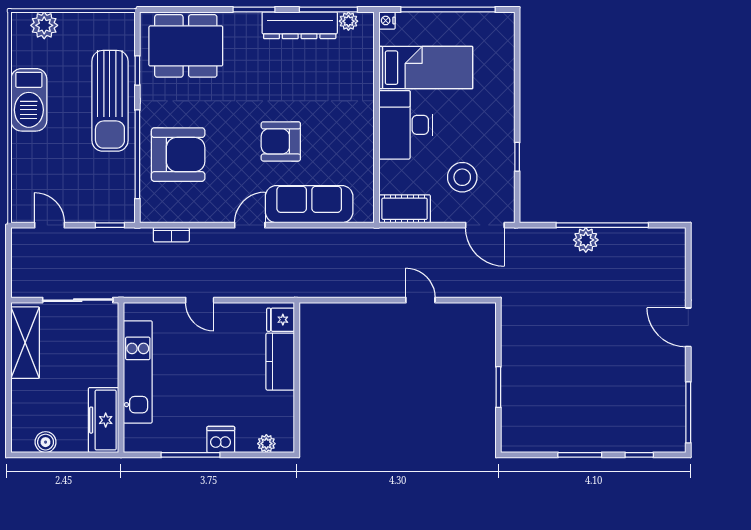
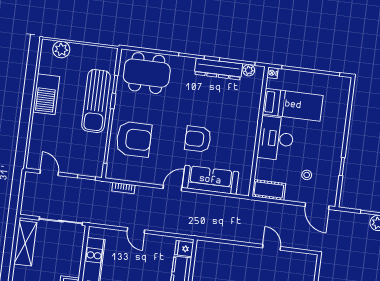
stool: (462, 177) -> (307, 175), width x0.53, depth x0.53

